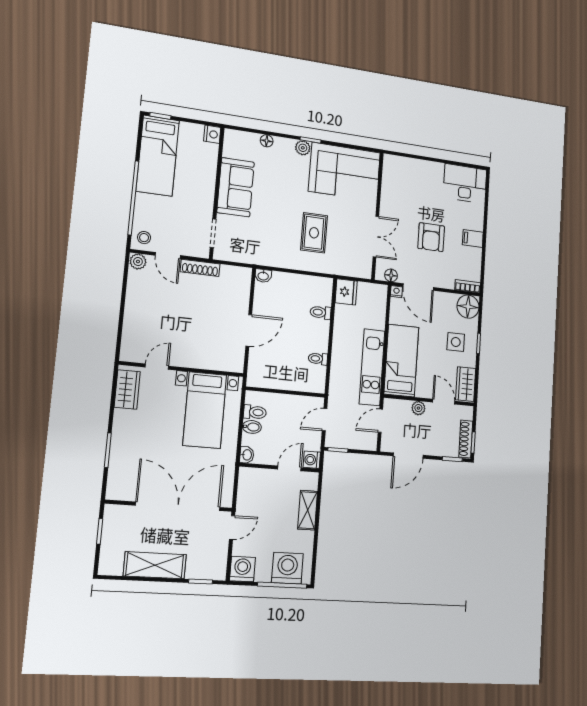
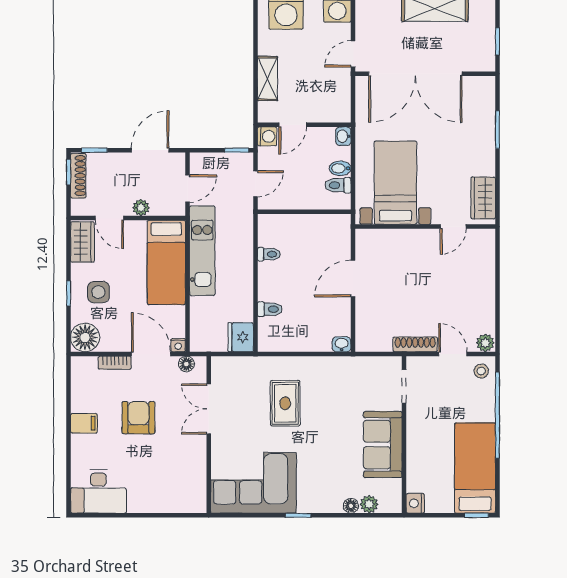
plant: (303, 148) -> (369, 504), moved
bookcase: (468, 286) -> (115, 363), moved

